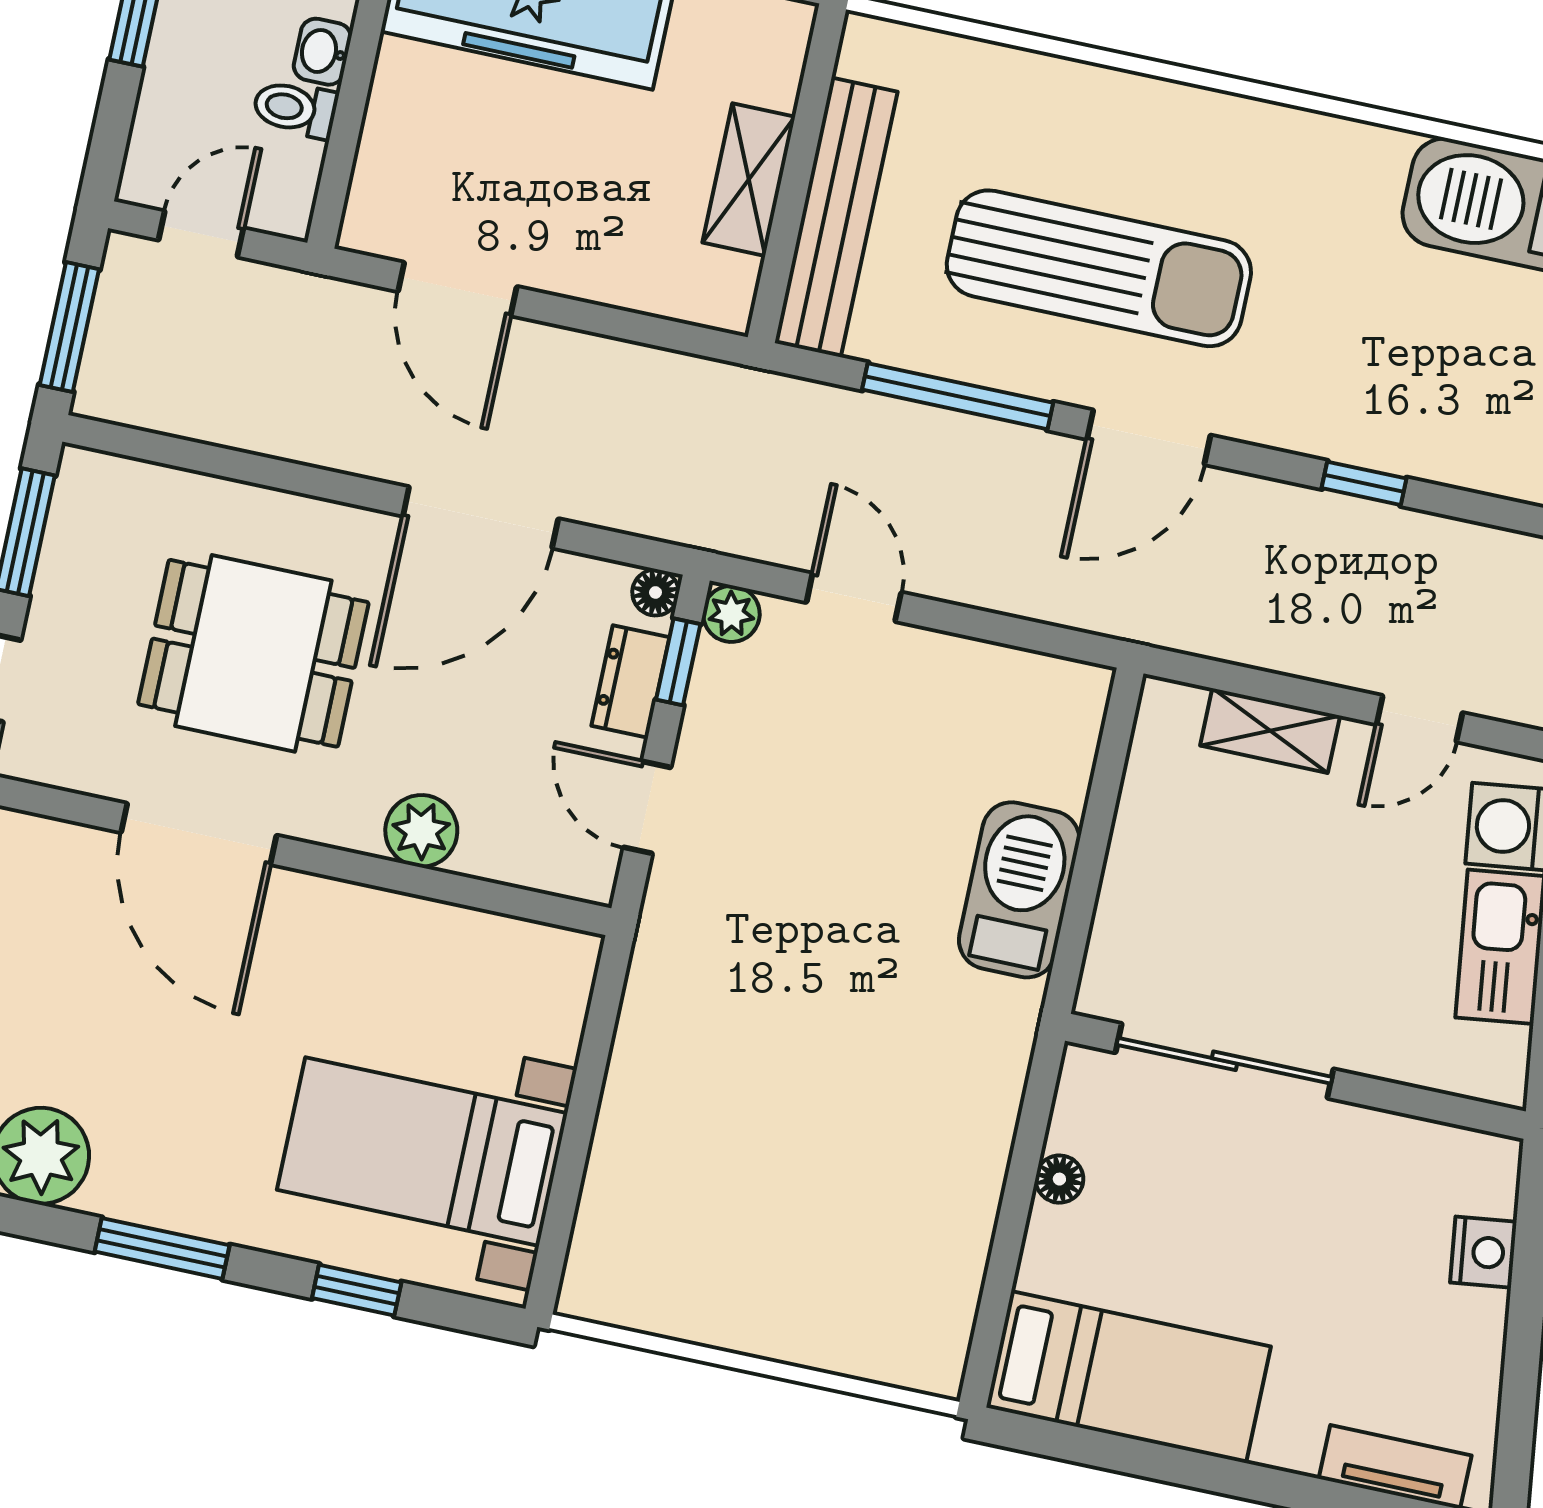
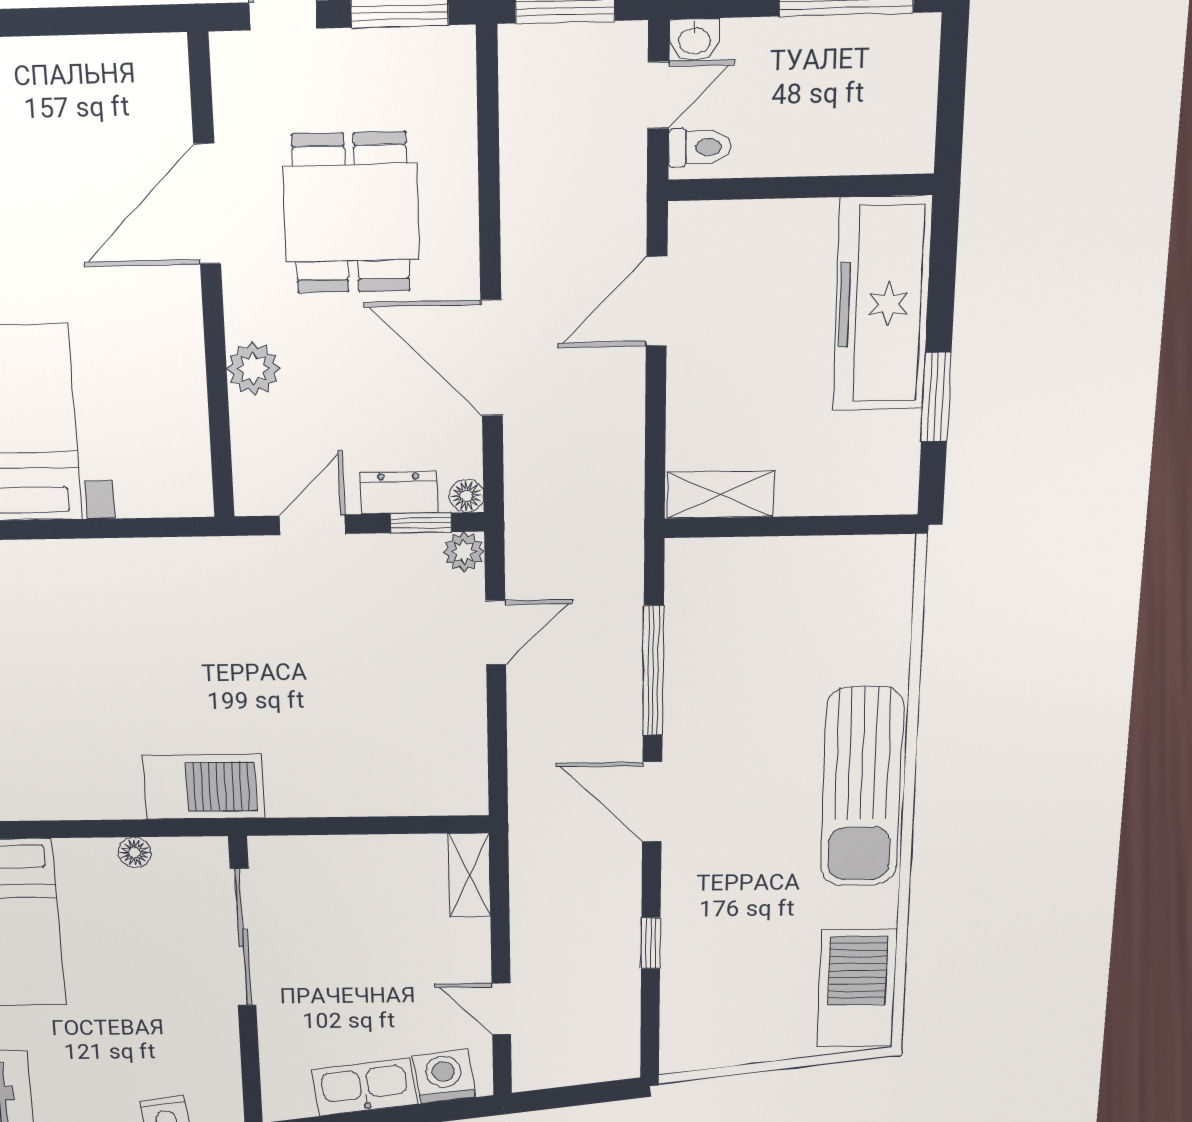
washbasin: (322, 52) -> (694, 40), moved, turned 180
toilet: (295, 109) -> (700, 147), moved, turned 90
shelving: (749, 180) -> (721, 495), moved
bench: (836, 217) -> (764, 560), removed
door: (201, 234) -> (658, 95), hinge flipped
sun lounger: (1099, 268) -> (862, 787), moved
shelving: (1270, 731) -> (469, 875), moved
barbecue: (1019, 890) -> (204, 787), moved

